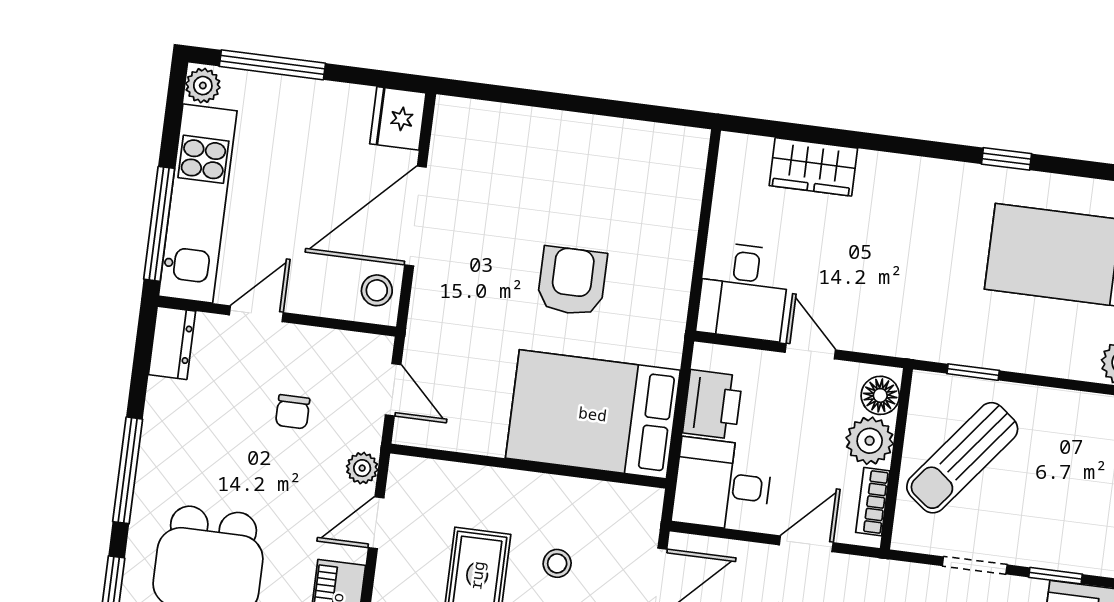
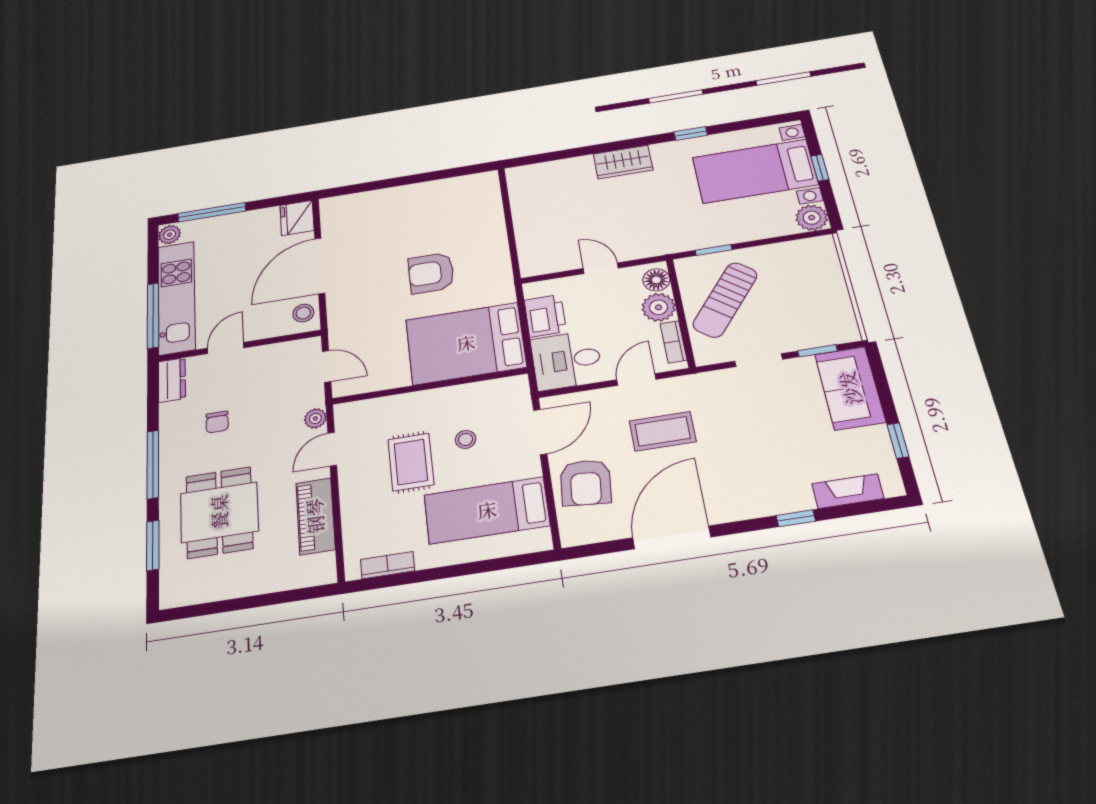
wardrobe: (813, 167) -> (623, 162), moved
armchair: (572, 281) -> (431, 273), turned -90
desk: (743, 291) -> (546, 248), removed
chair: (293, 412) -> (217, 422), moved

